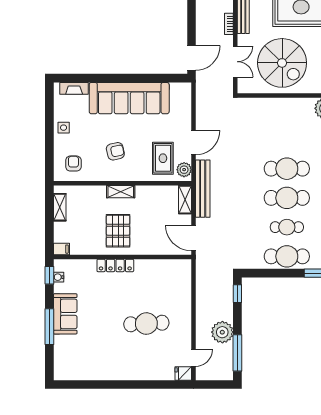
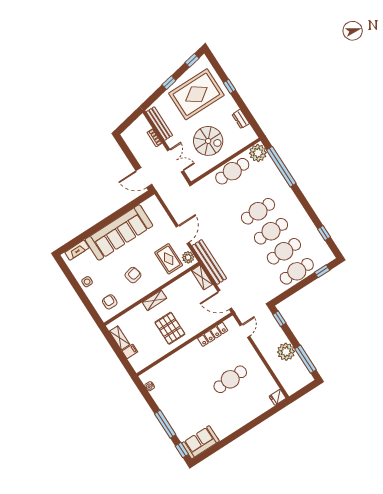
door: (191, 58) -> (144, 178), swing flipped
spiral stairs: (282, 63) -> (208, 141), width x0.73, depth x0.73
cafe table: (287, 110) -> (232, 171), added
cafe table: (287, 227) -> (284, 251), width x1.37, depth x1.35
filing cabinet: (61, 249) -> (130, 351), moved
locker: (115, 265) -> (213, 334), moved
window: (49, 275) -> (182, 450), moved
sofa: (65, 314) -> (200, 442), moved, turned -90
door: (194, 358) -> (245, 331), moved

